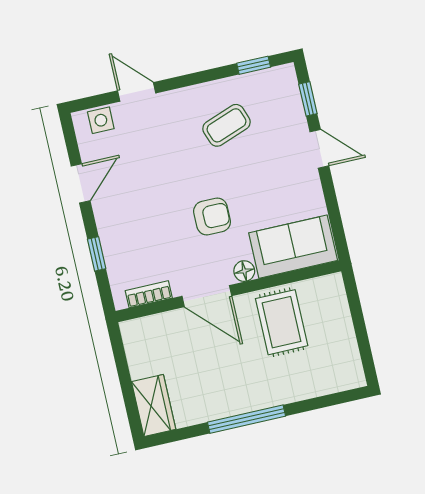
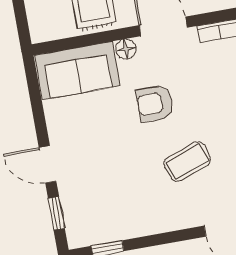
coffee table: (226, 125) -> (187, 161), moved

